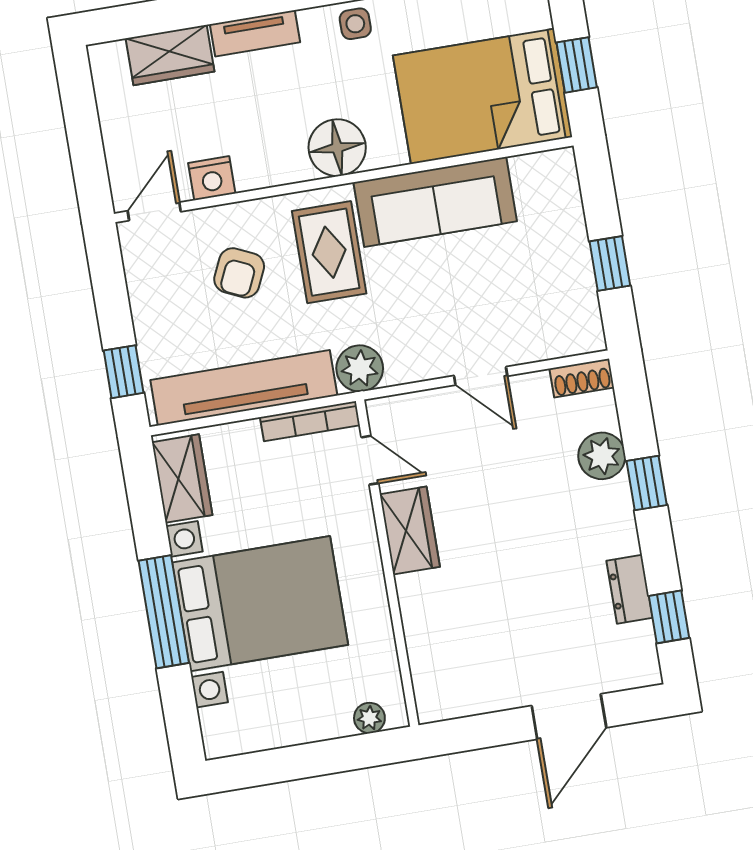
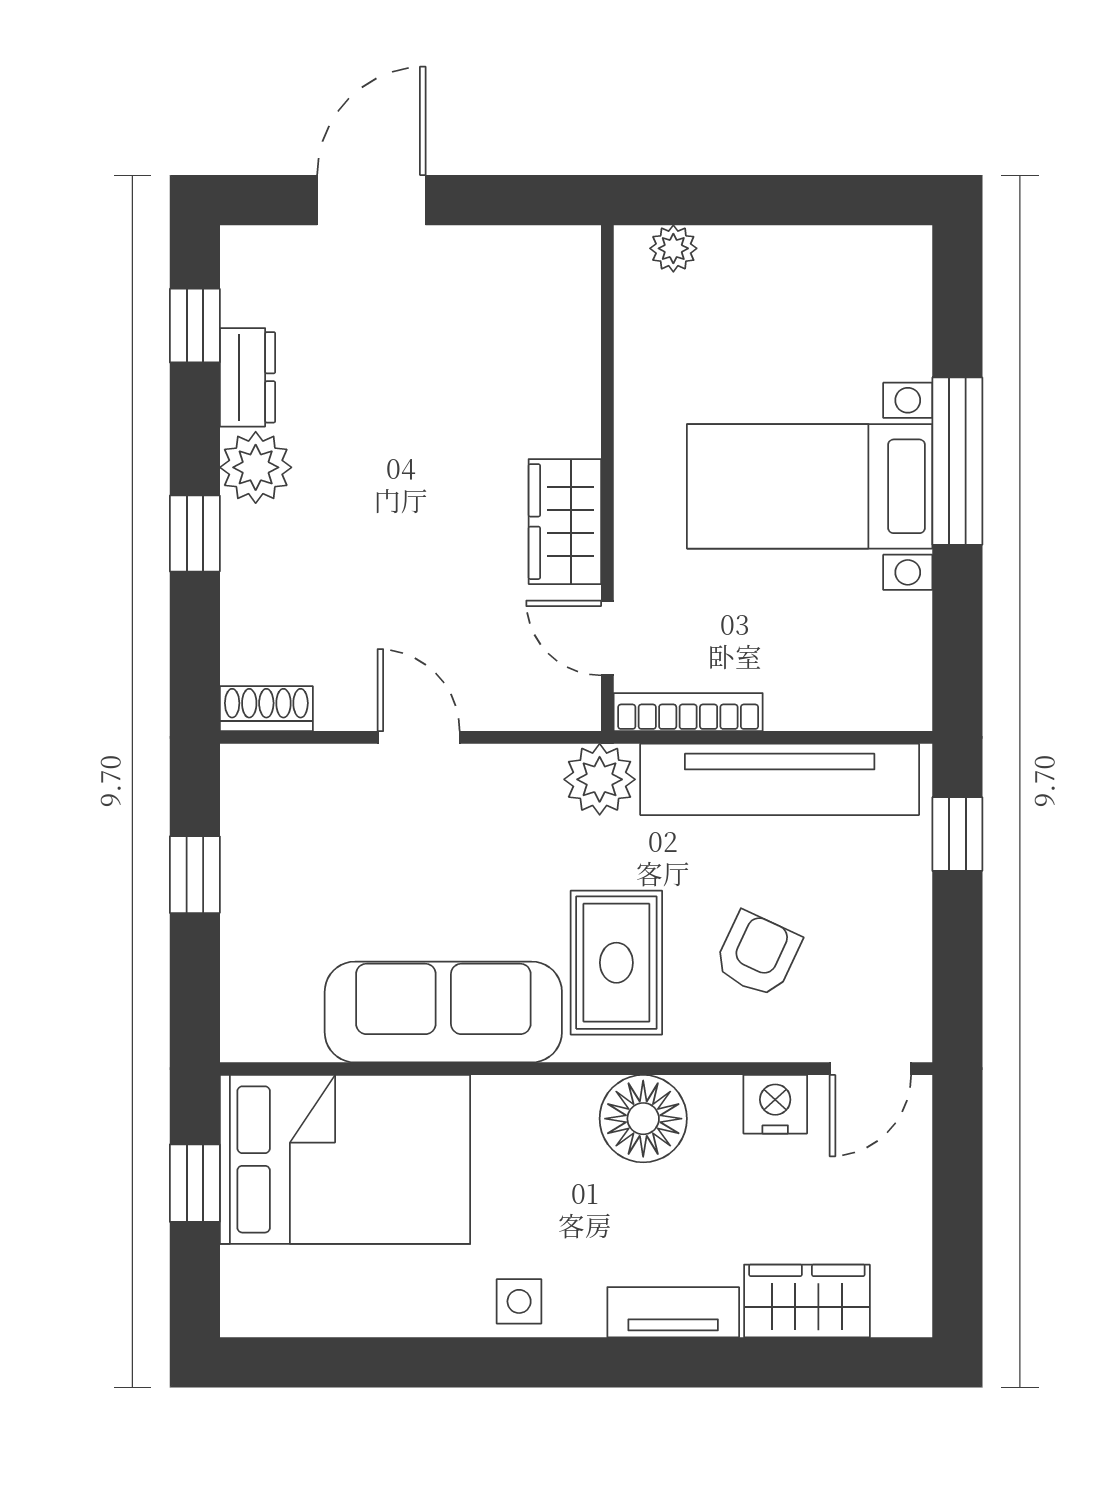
floor lamp: (337, 148) -> (643, 1119), moved
plant: (602, 456) -> (256, 467), moved
wardrobe: (182, 479) -> (896, 658), removed
bed with nightstands: (260, 604) -> (810, 486), width x0.73

